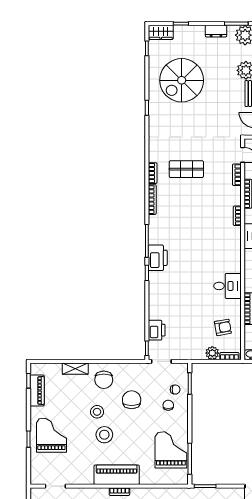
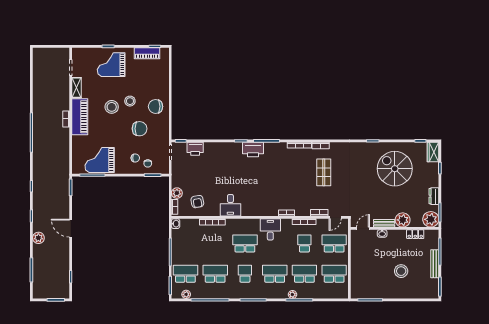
shelving: (75, 369) -> (77, 88), moved
grand piano: (51, 435) -> (111, 65), turned 180
grand piano: (171, 450) -> (100, 160), turned 180

